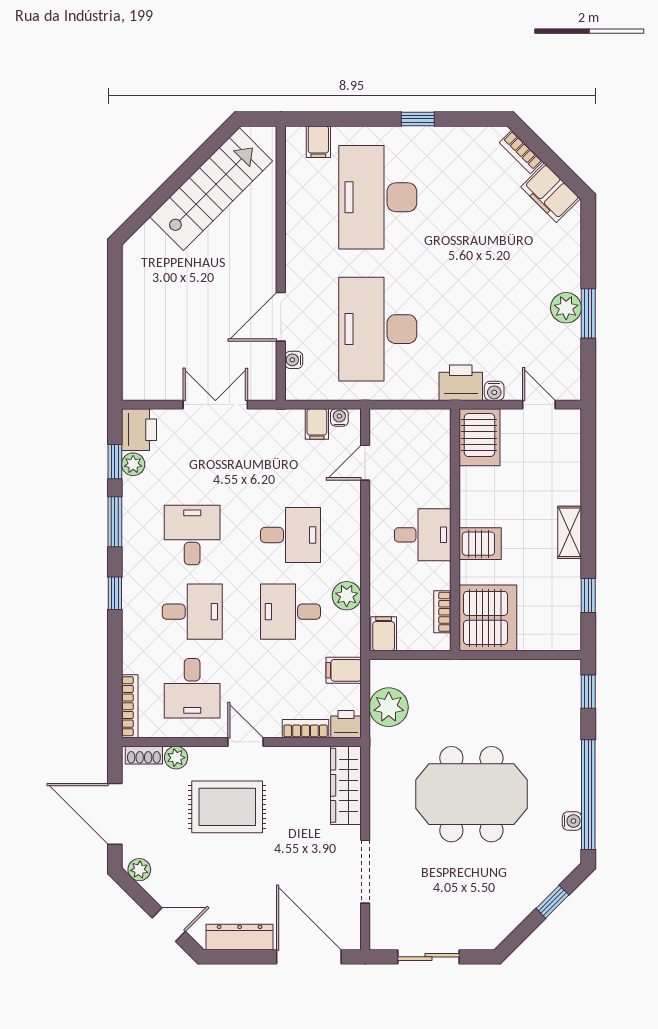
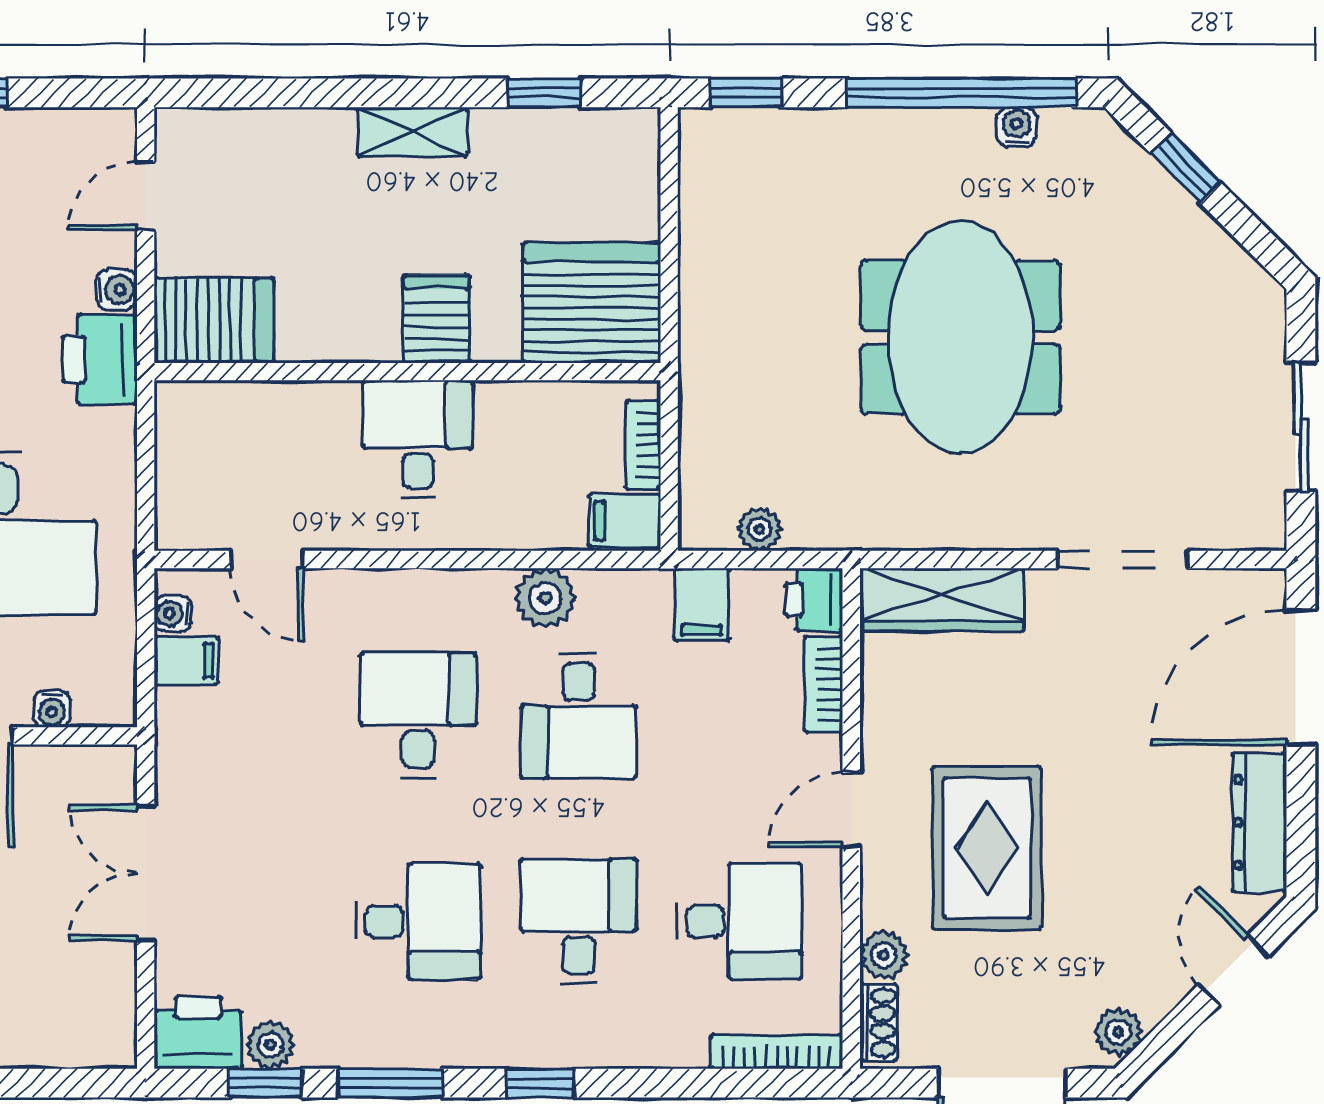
desk: (192, 535) -> (418, 921), turned 180
bookcase: (442, 612) -> (643, 445), moved, turned 90
plant: (389, 707) -> (759, 529), width x0.53, depth x0.53

